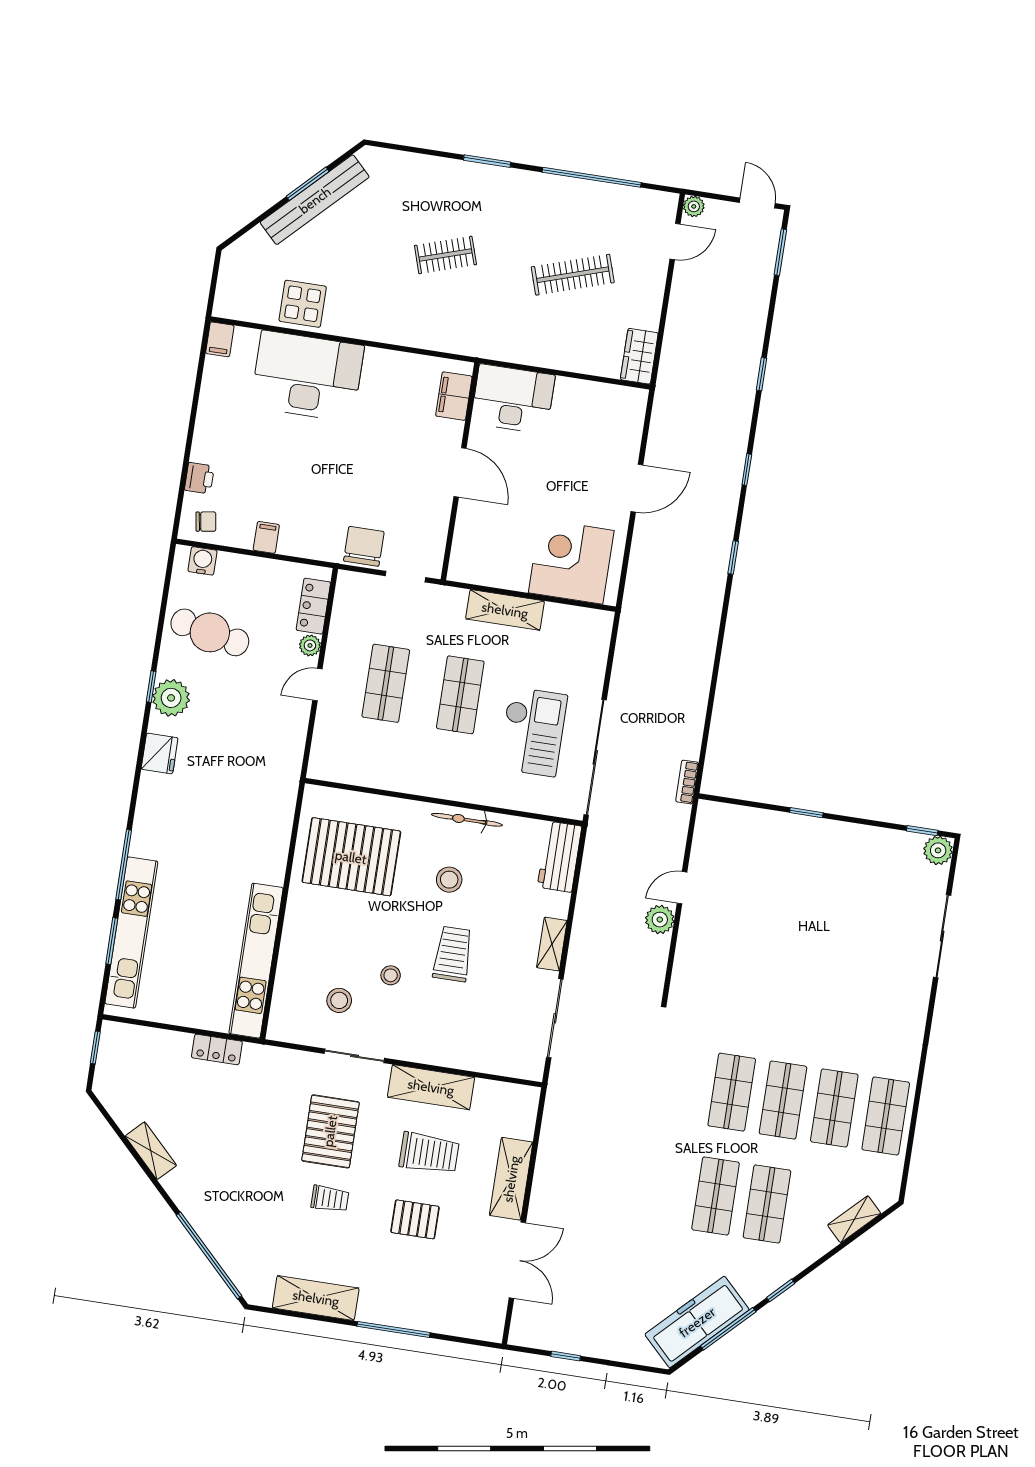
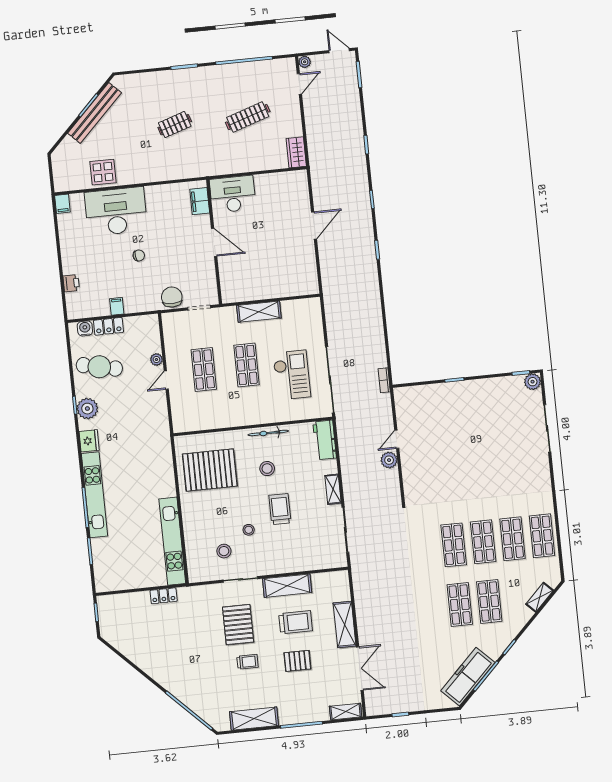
chair: (206, 522) -> (139, 256), moved
corner desk: (571, 562) -> (288, 275), removed
locker: (313, 606) -> (108, 326), moved, turned -90
kitchen unit: (131, 933) -> (94, 495), moved
shelving: (151, 1151) -> (346, 712), moved, turned -45

